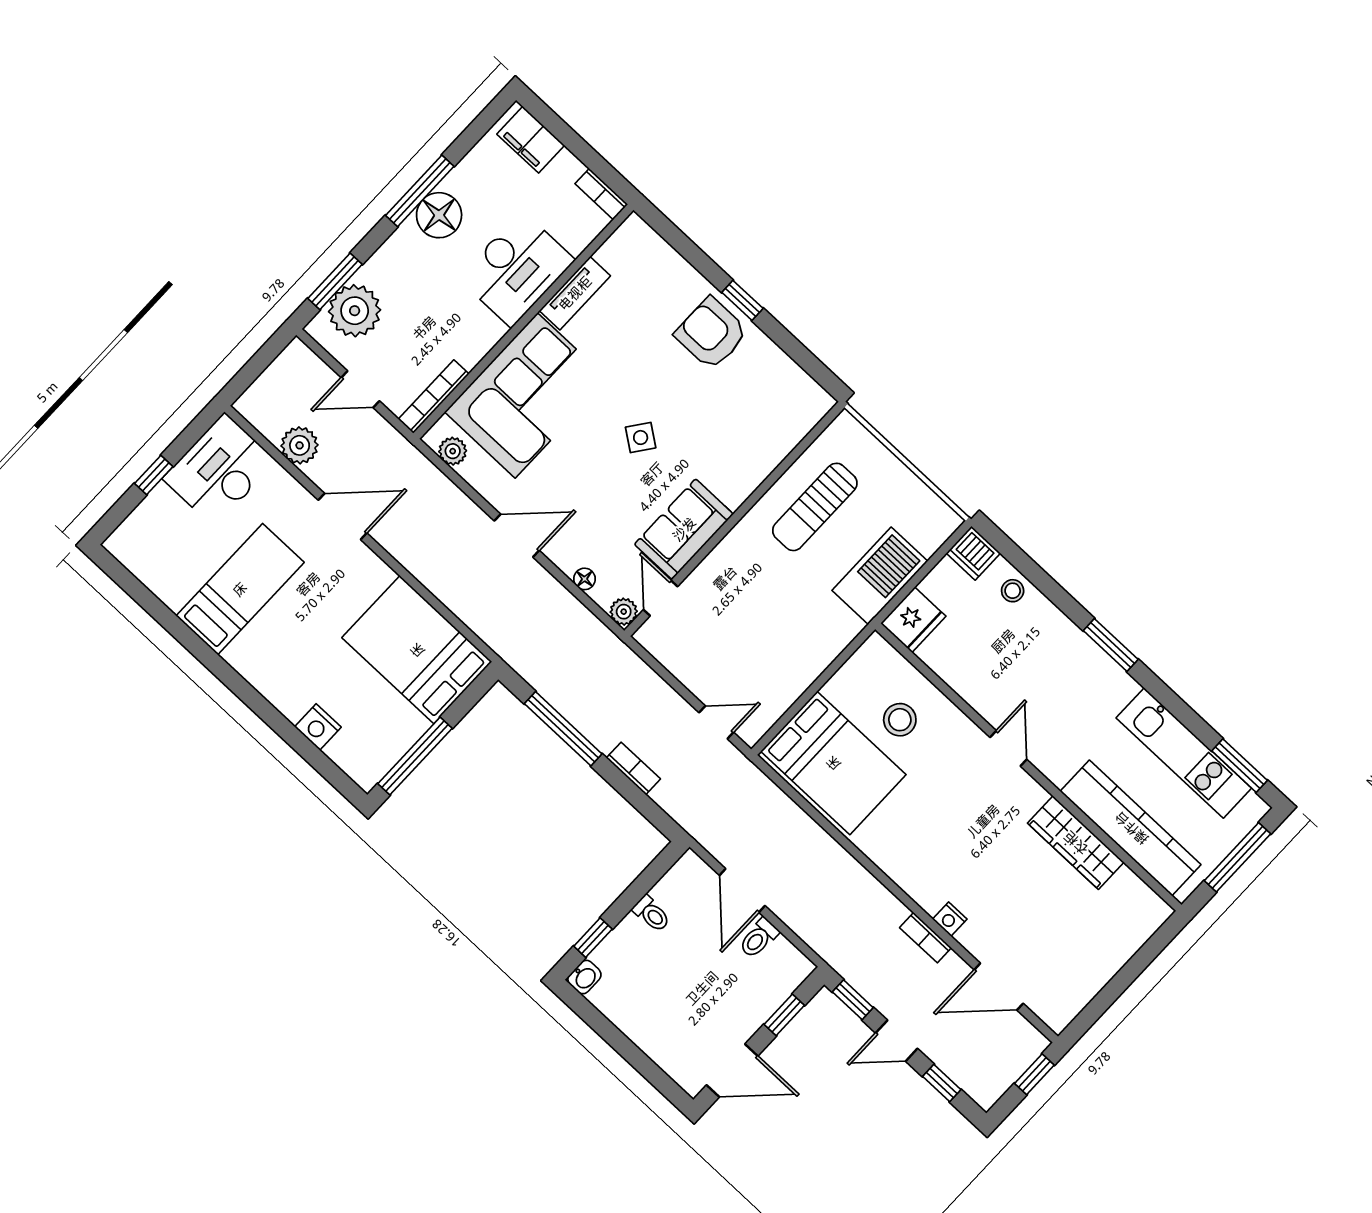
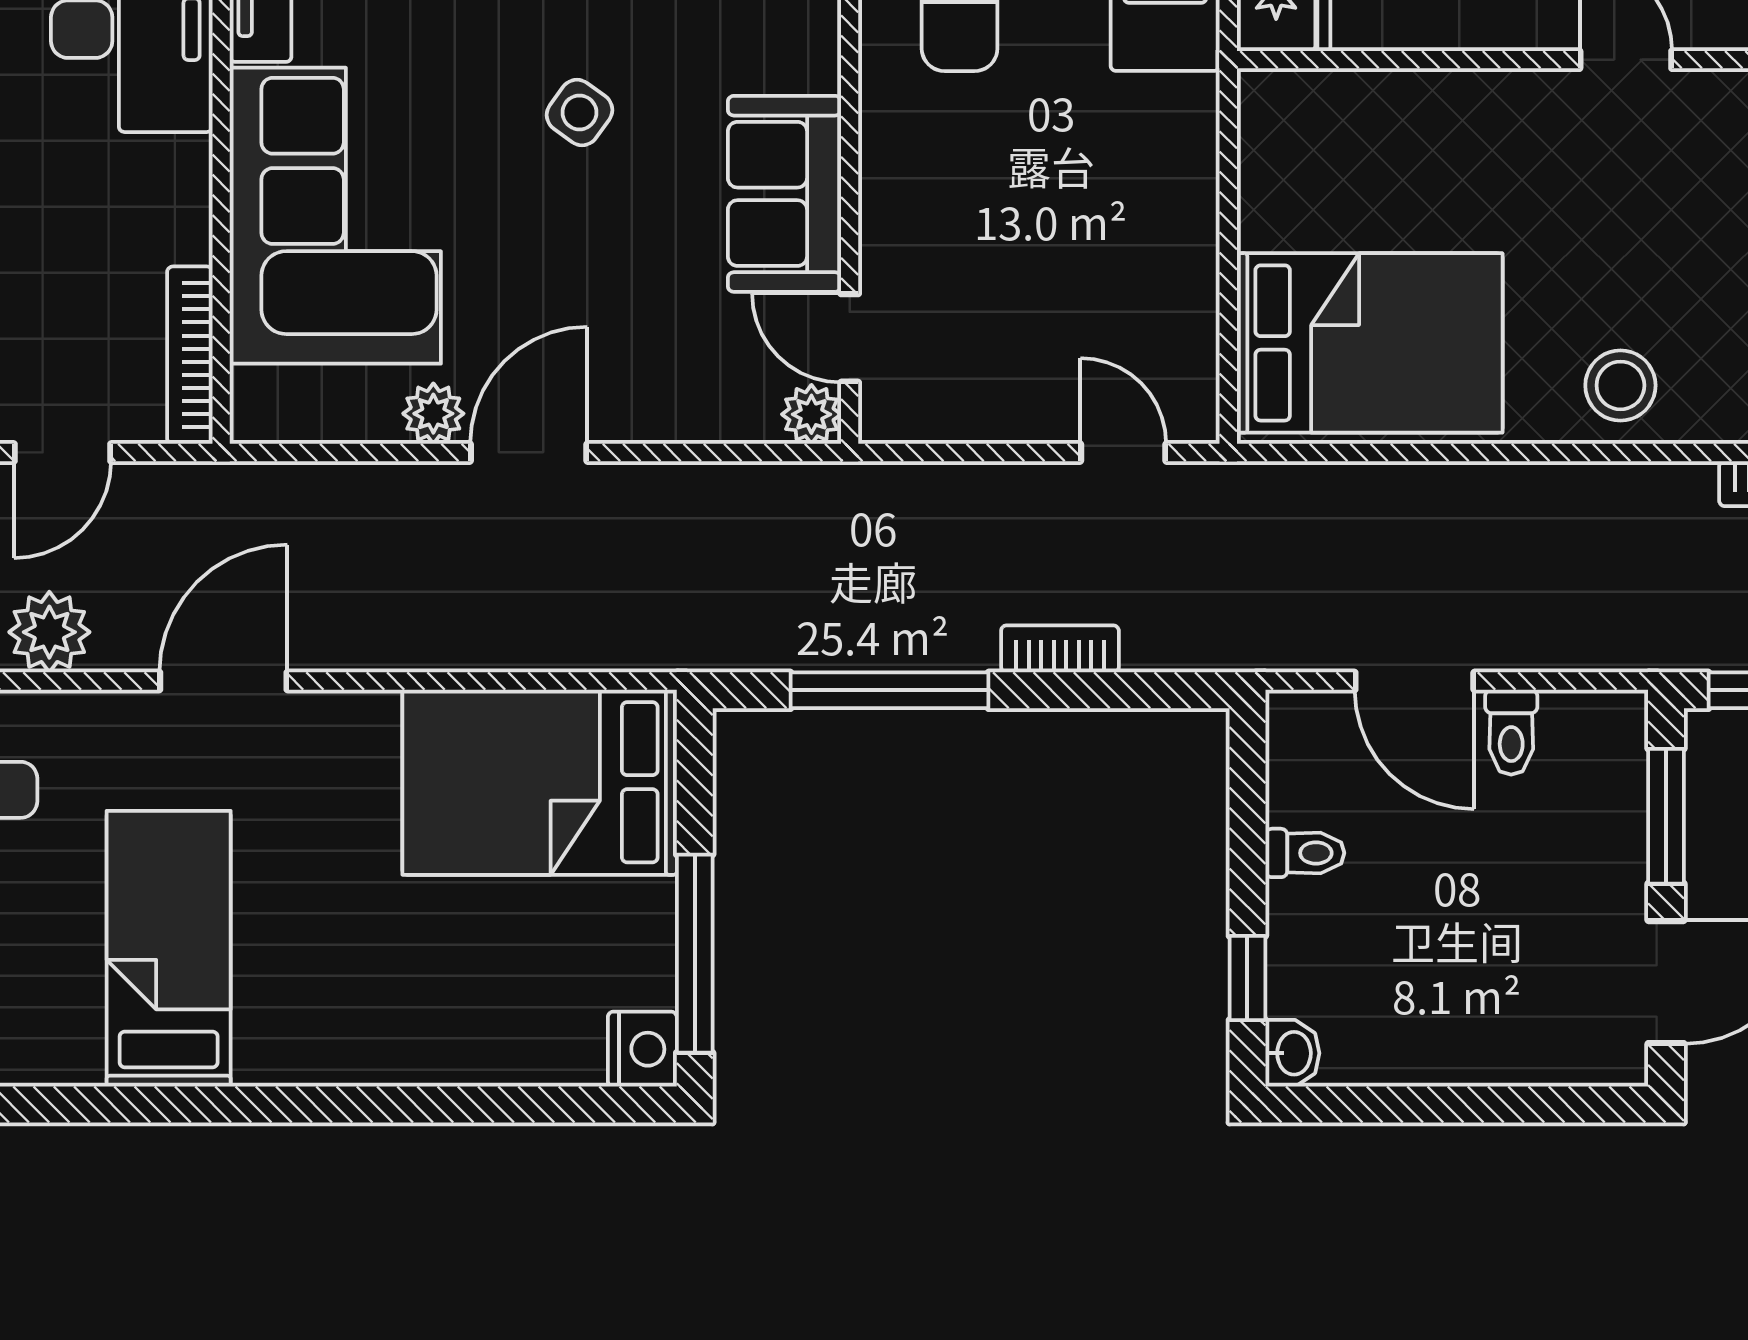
plant: (453, 451) -> (433, 414), moved
floor lamp: (585, 579) -> (701, 421), removed
stool: (900, 720) -> (1620, 385), moved
door: (716, 722) -> (1123, 452), hinge flipped
nightstand: (318, 727) -> (642, 1049), moved, turned -90
window: (784, 1015) -> (1666, 816), width x1.50

